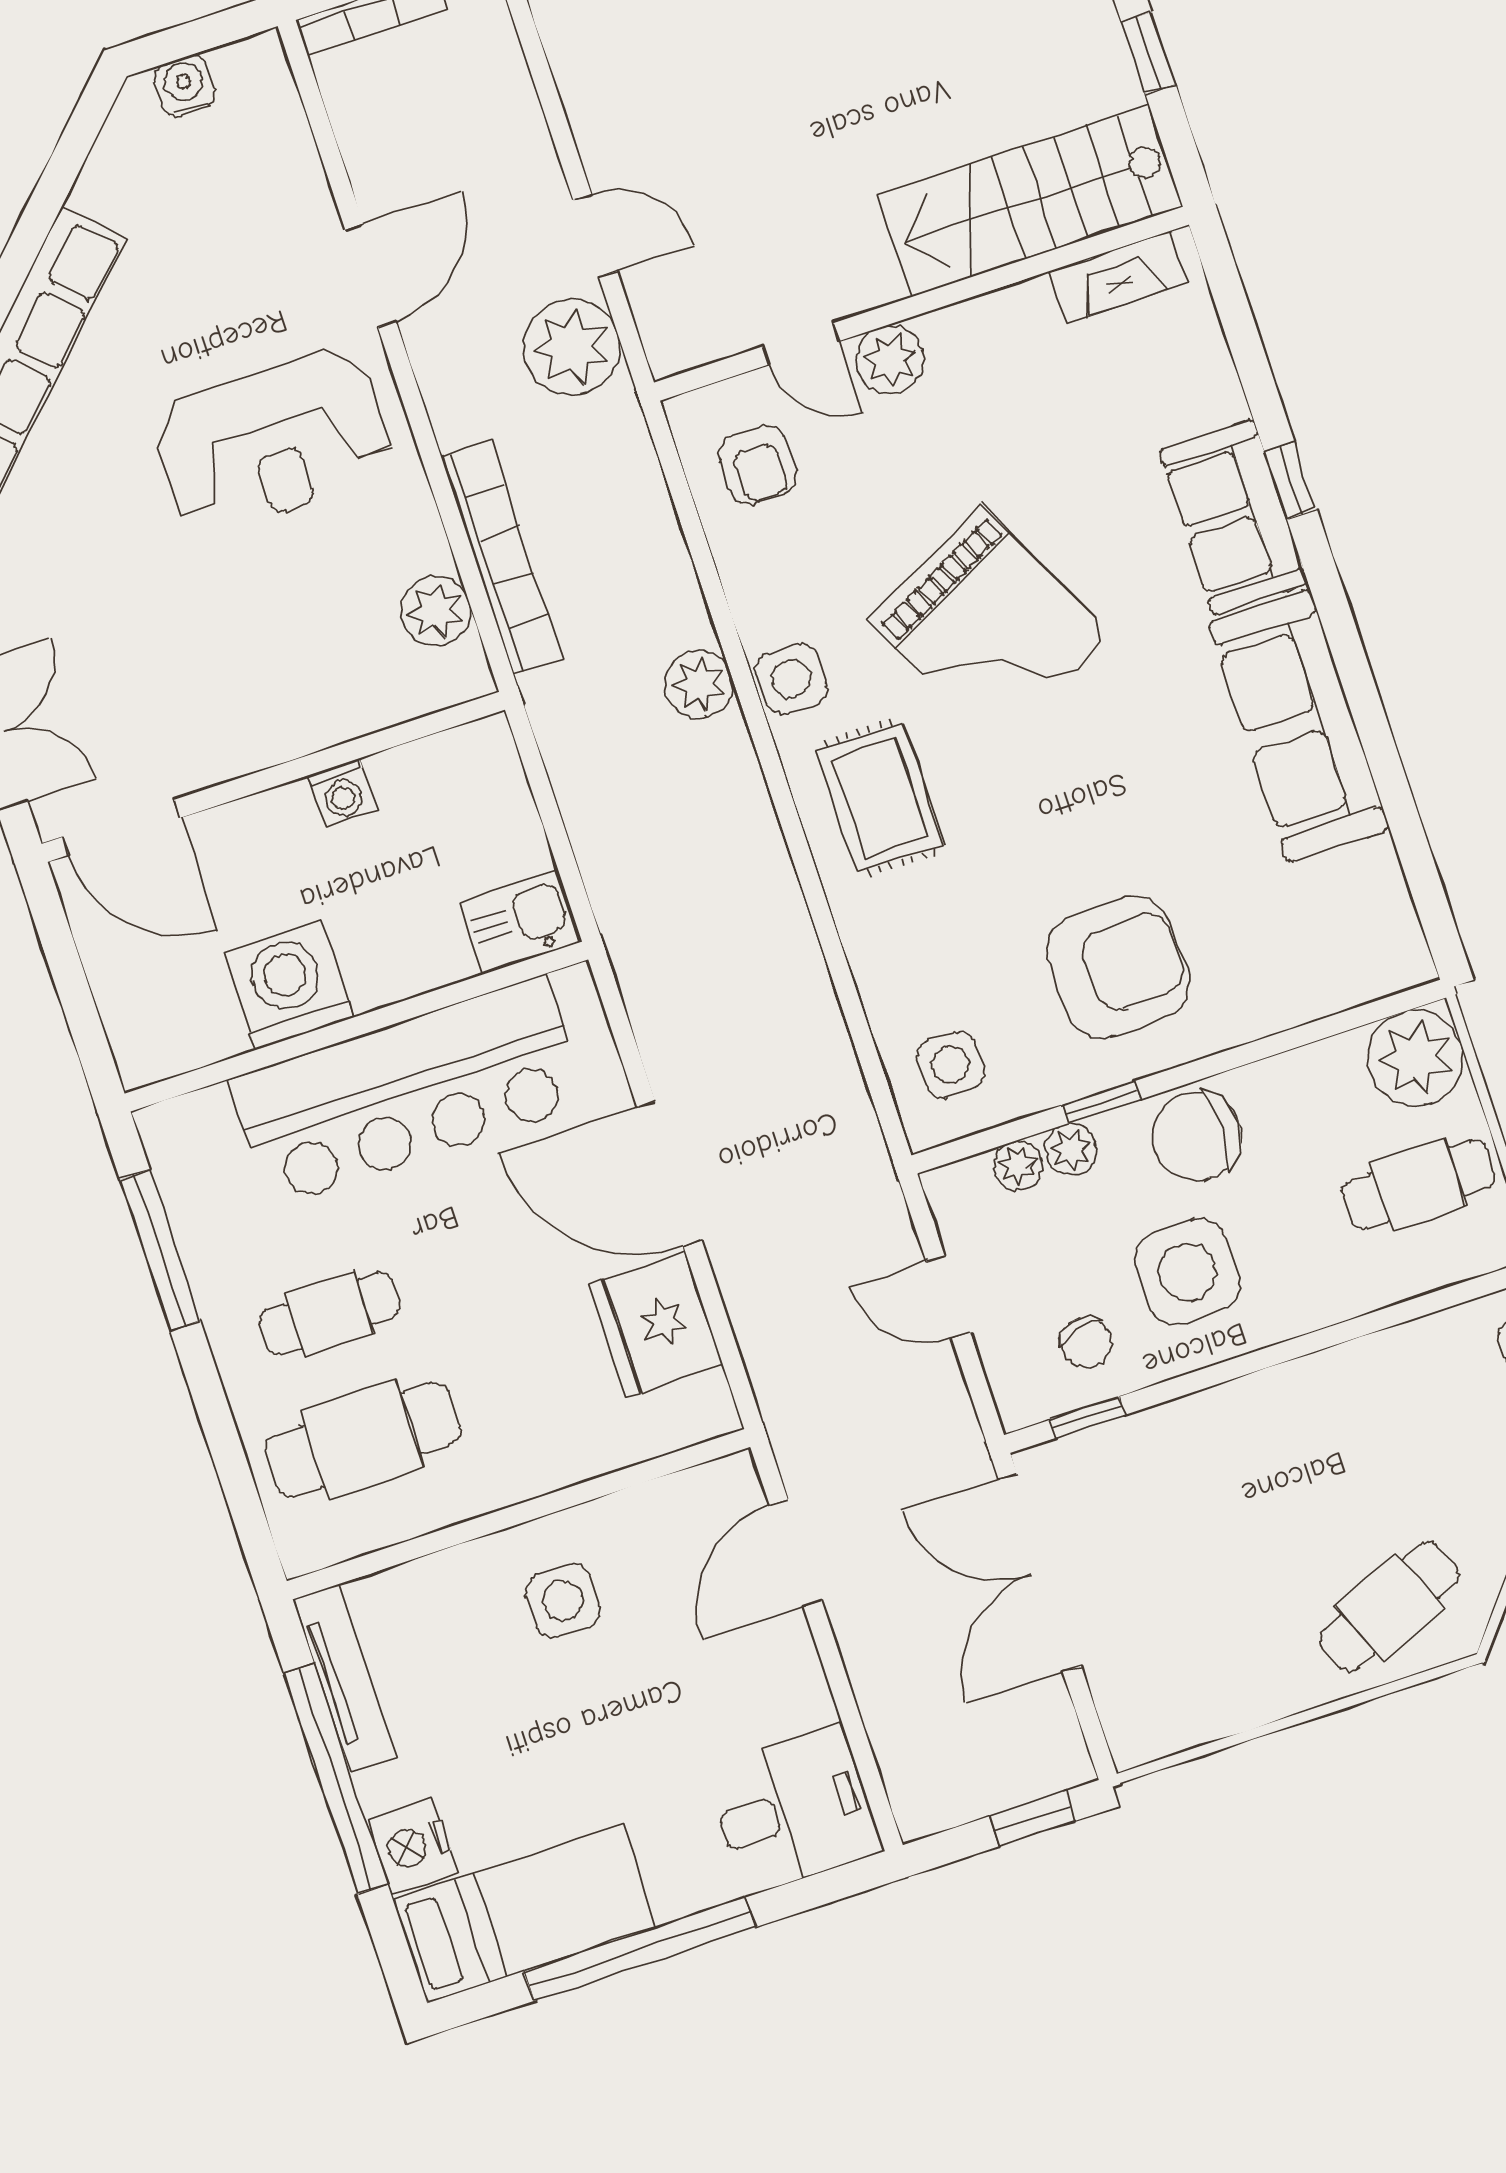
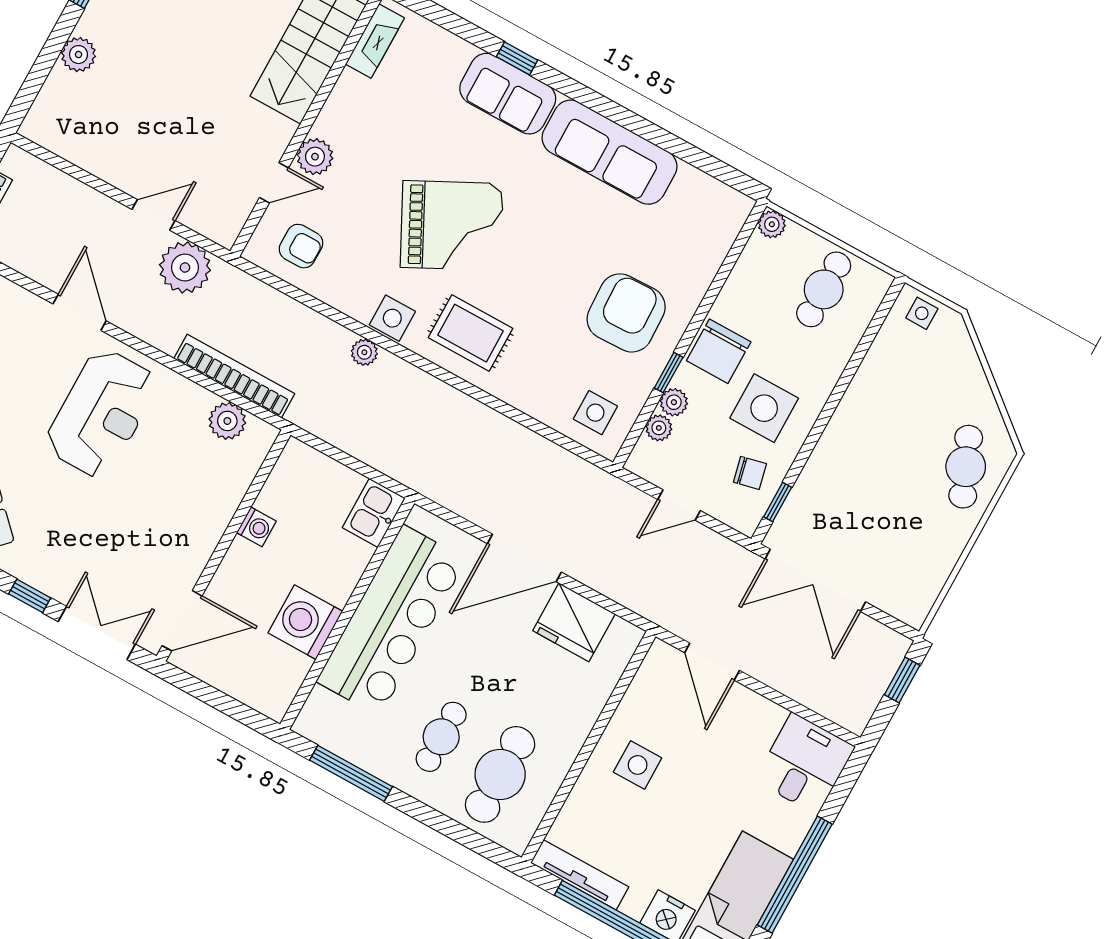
plant: (699, 684) -> (364, 352), width x0.73, depth x0.73
plant: (1416, 1058) -> (772, 224), width x0.53, depth x0.53

